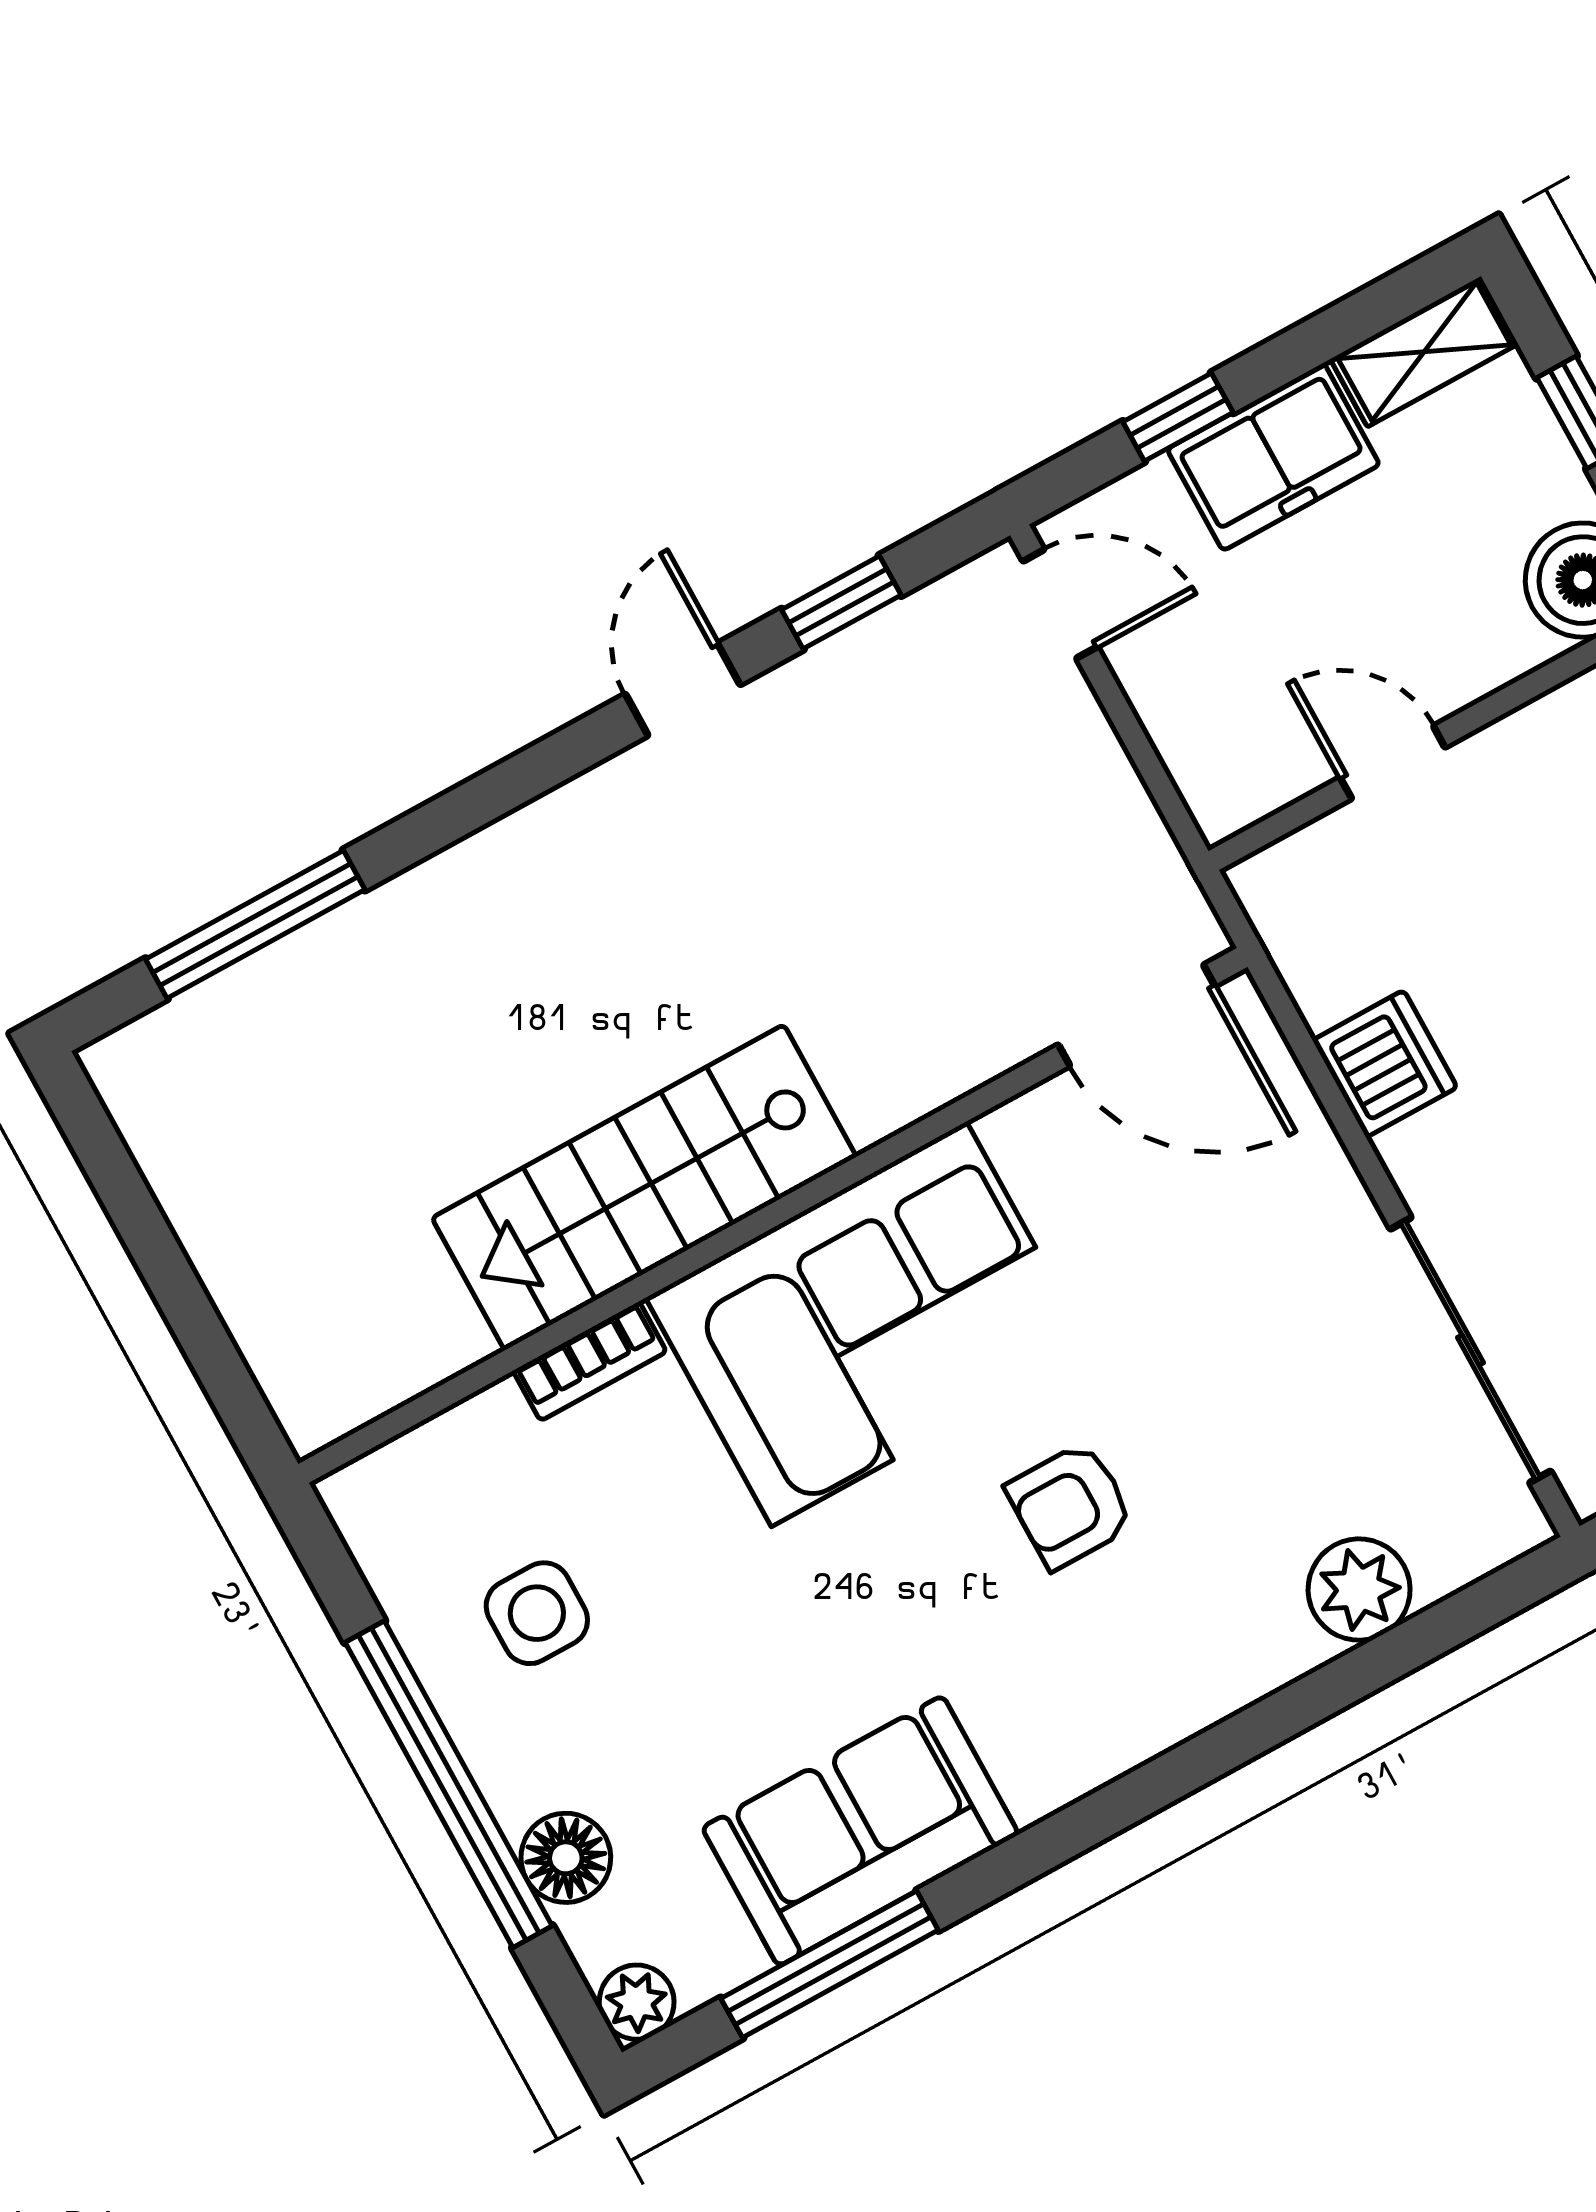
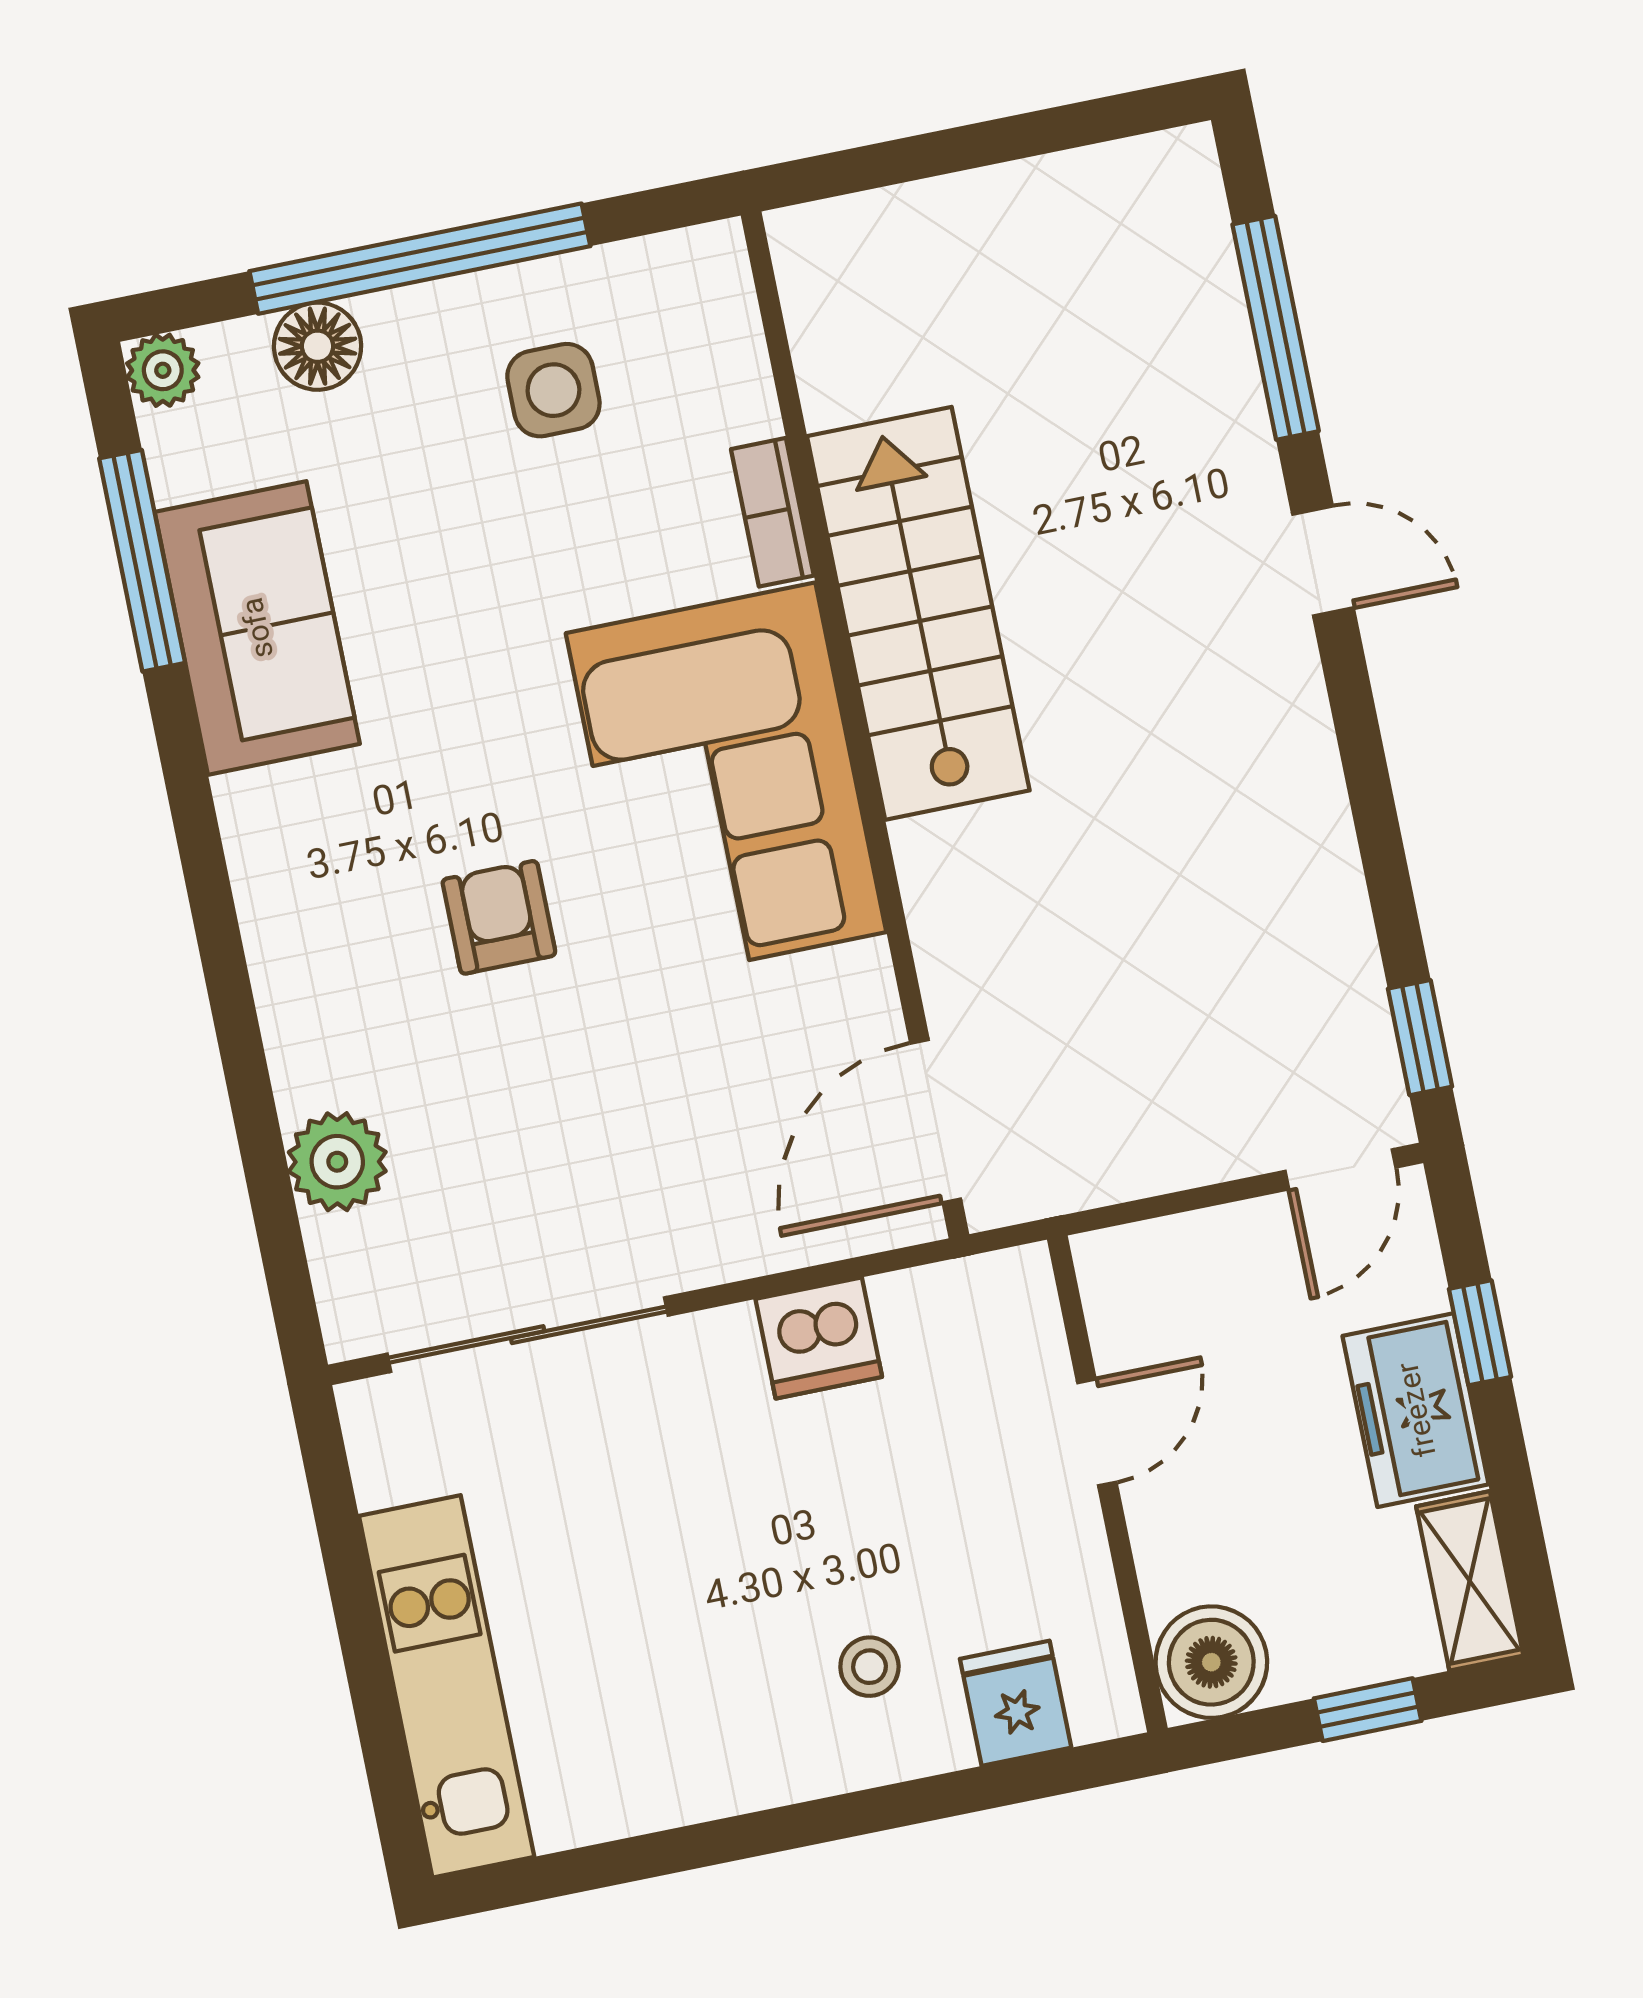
window: (841, 602) -> (1420, 1038), moved
door: (683, 689) -> (1323, 561), moved

